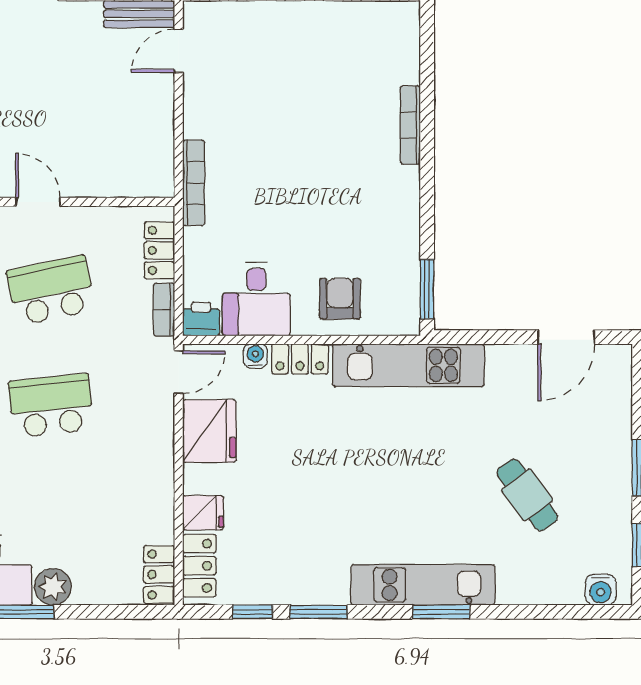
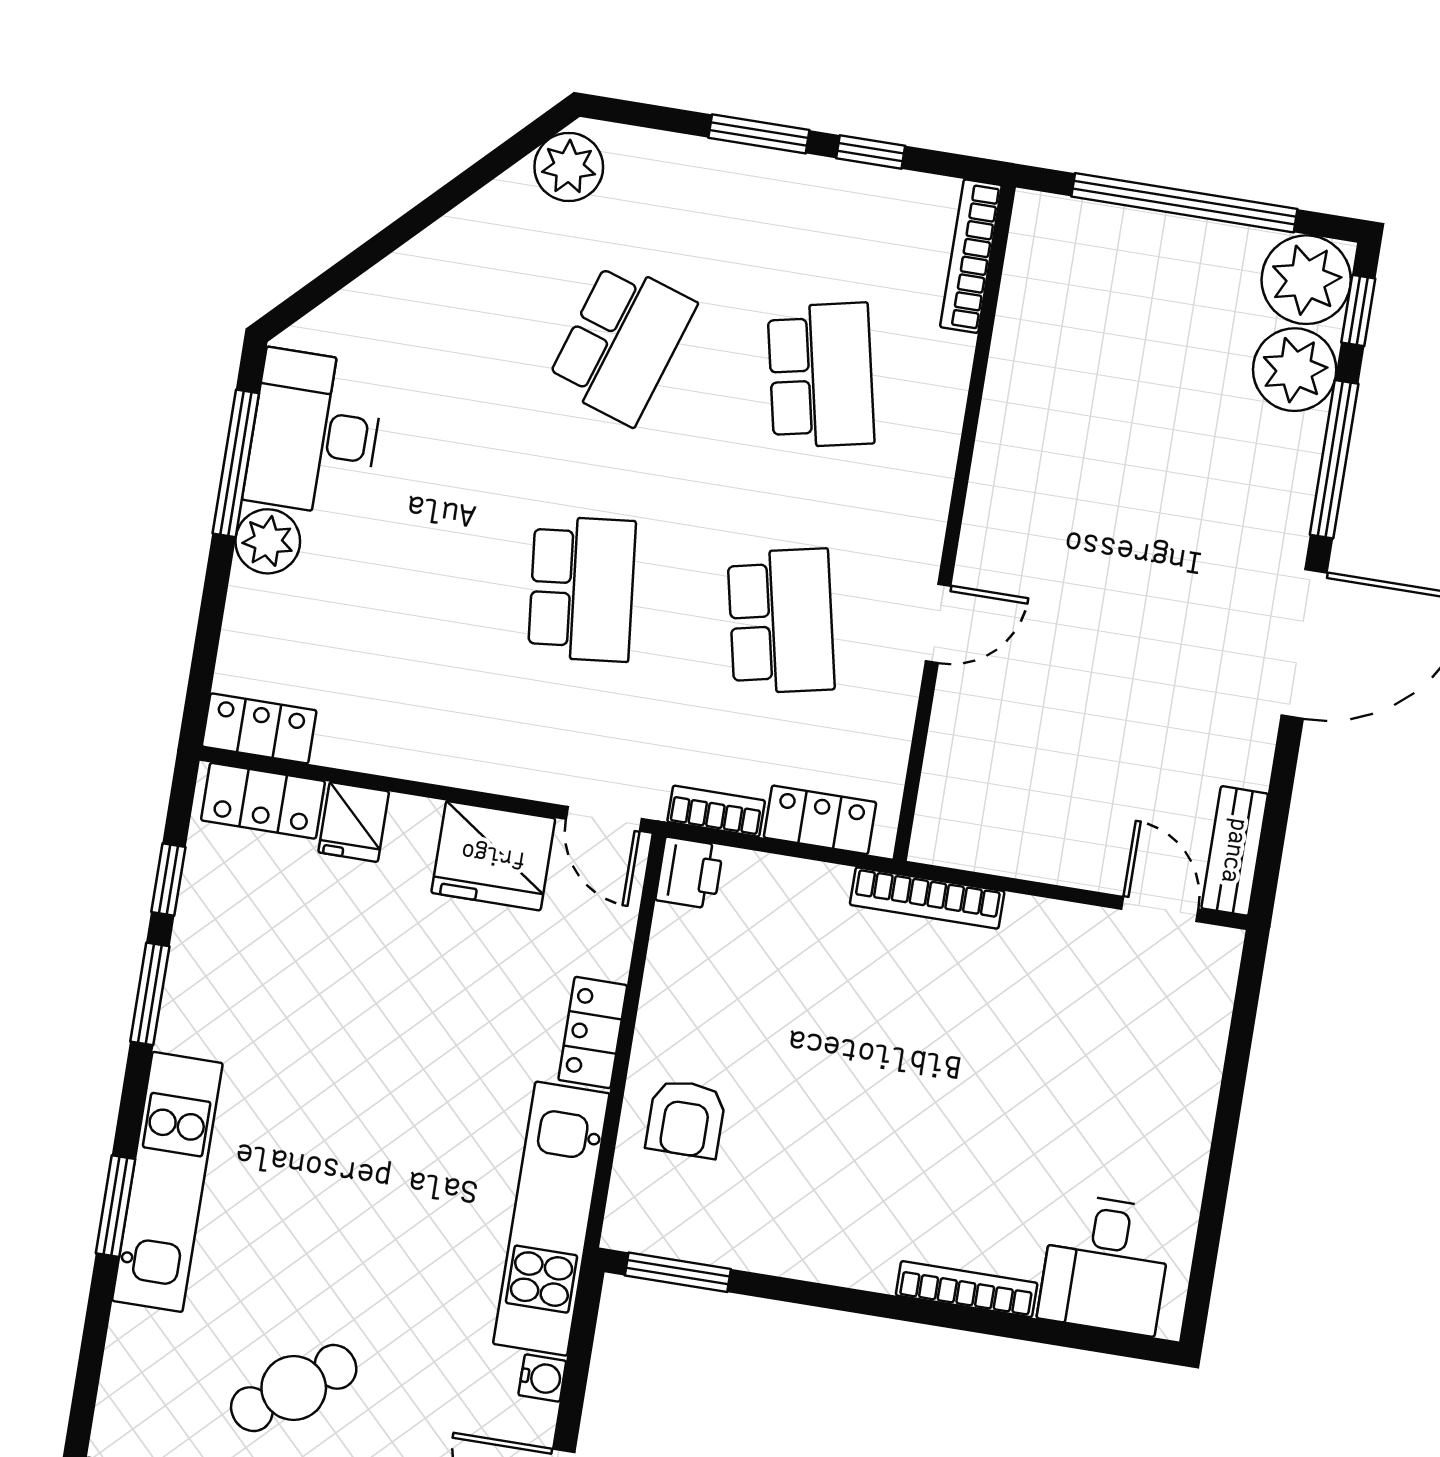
desk: (256, 299) -> (1106, 1264), moved, turned -90
armchair: (340, 299) -> (686, 1119), turned 90
water cooler: (255, 356) -> (542, 1378), moved

